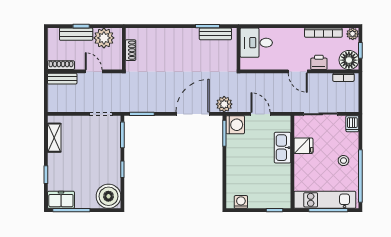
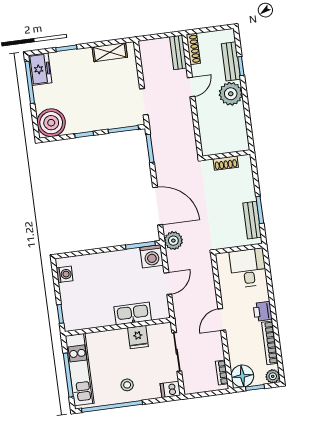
wall: (124, 49) -> (226, 155), moved
shoe rack: (131, 50) -> (226, 163), moved
printer: (319, 62) -> (263, 311), moved, turned 180

